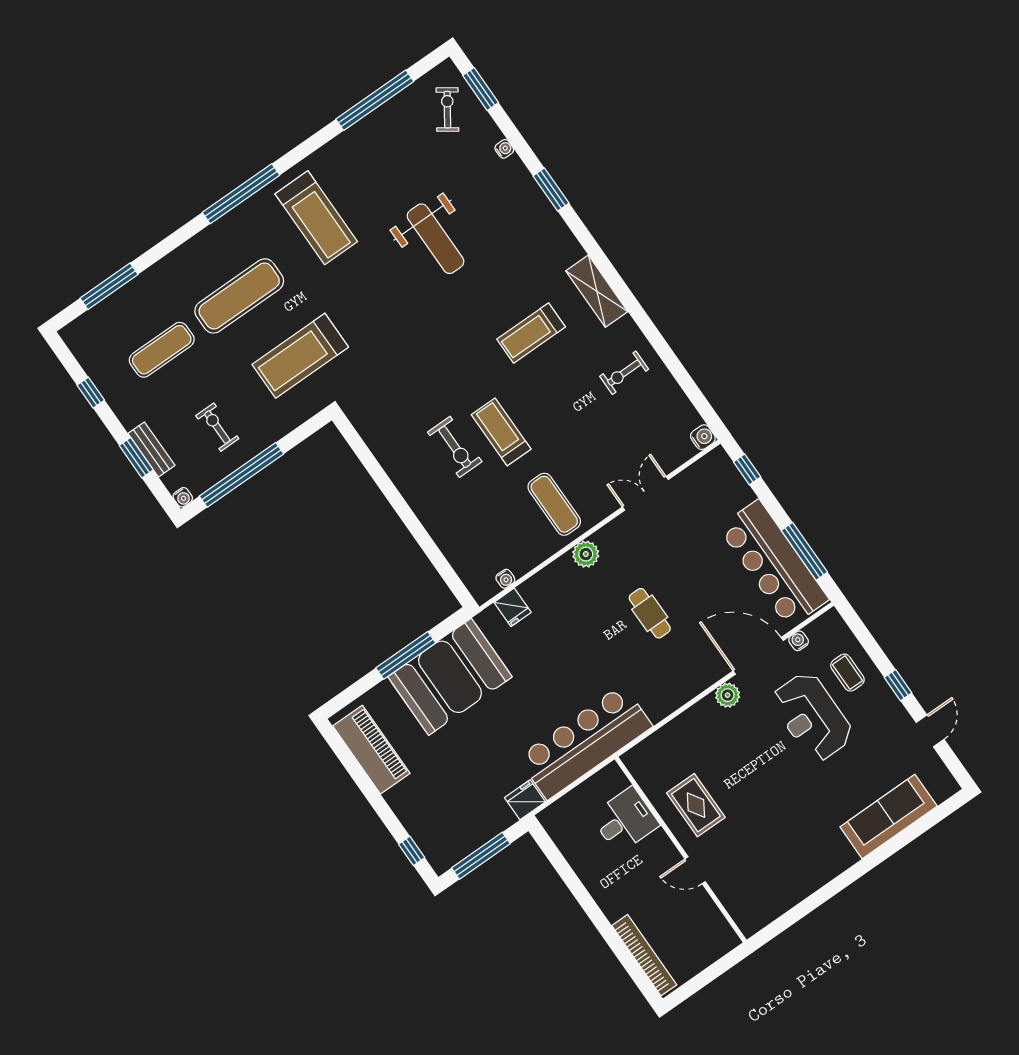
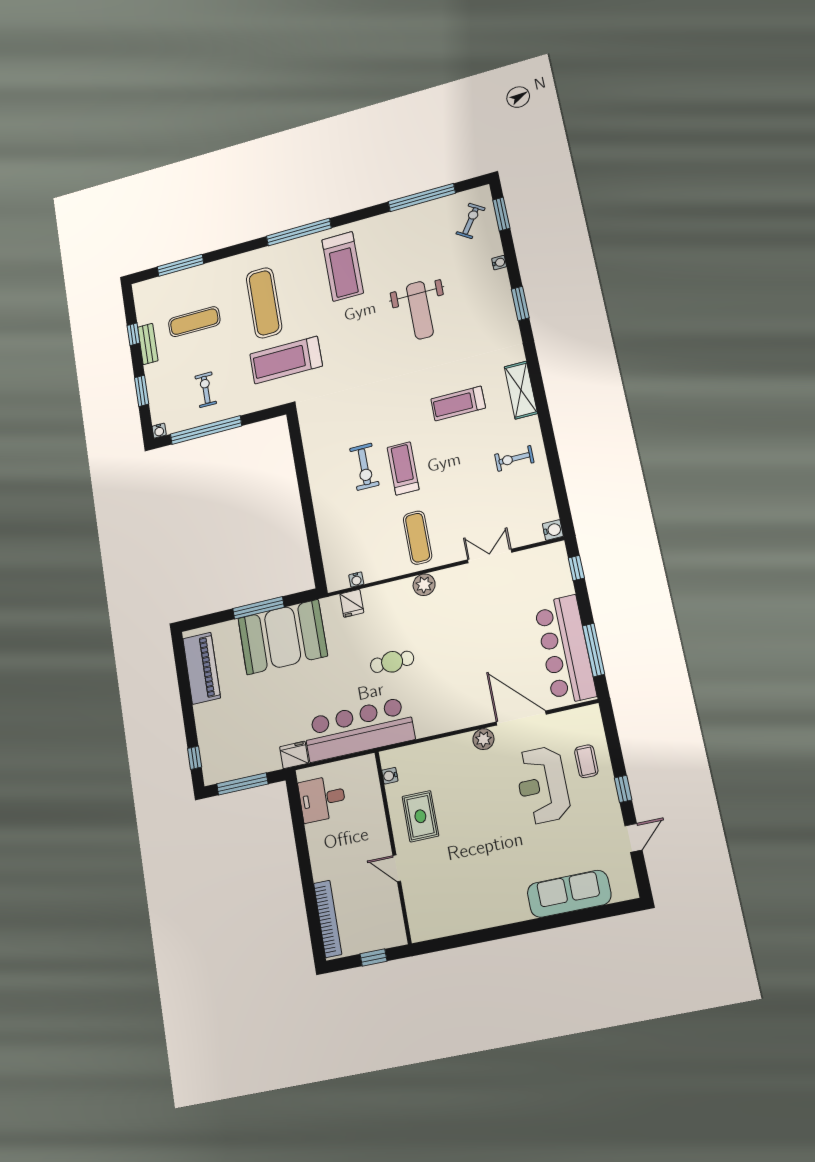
exercise mat: (239, 296) -> (264, 303), turned 90
bench: (151, 449) -> (148, 344), moved
cafe table: (650, 613) -> (392, 662), moved, turned 90
water cooler: (799, 641) -> (390, 776), moved, turned -90
desk: (625, 820) -> (322, 799), moved, turned 180
window: (712, 972) -> (373, 957), added

